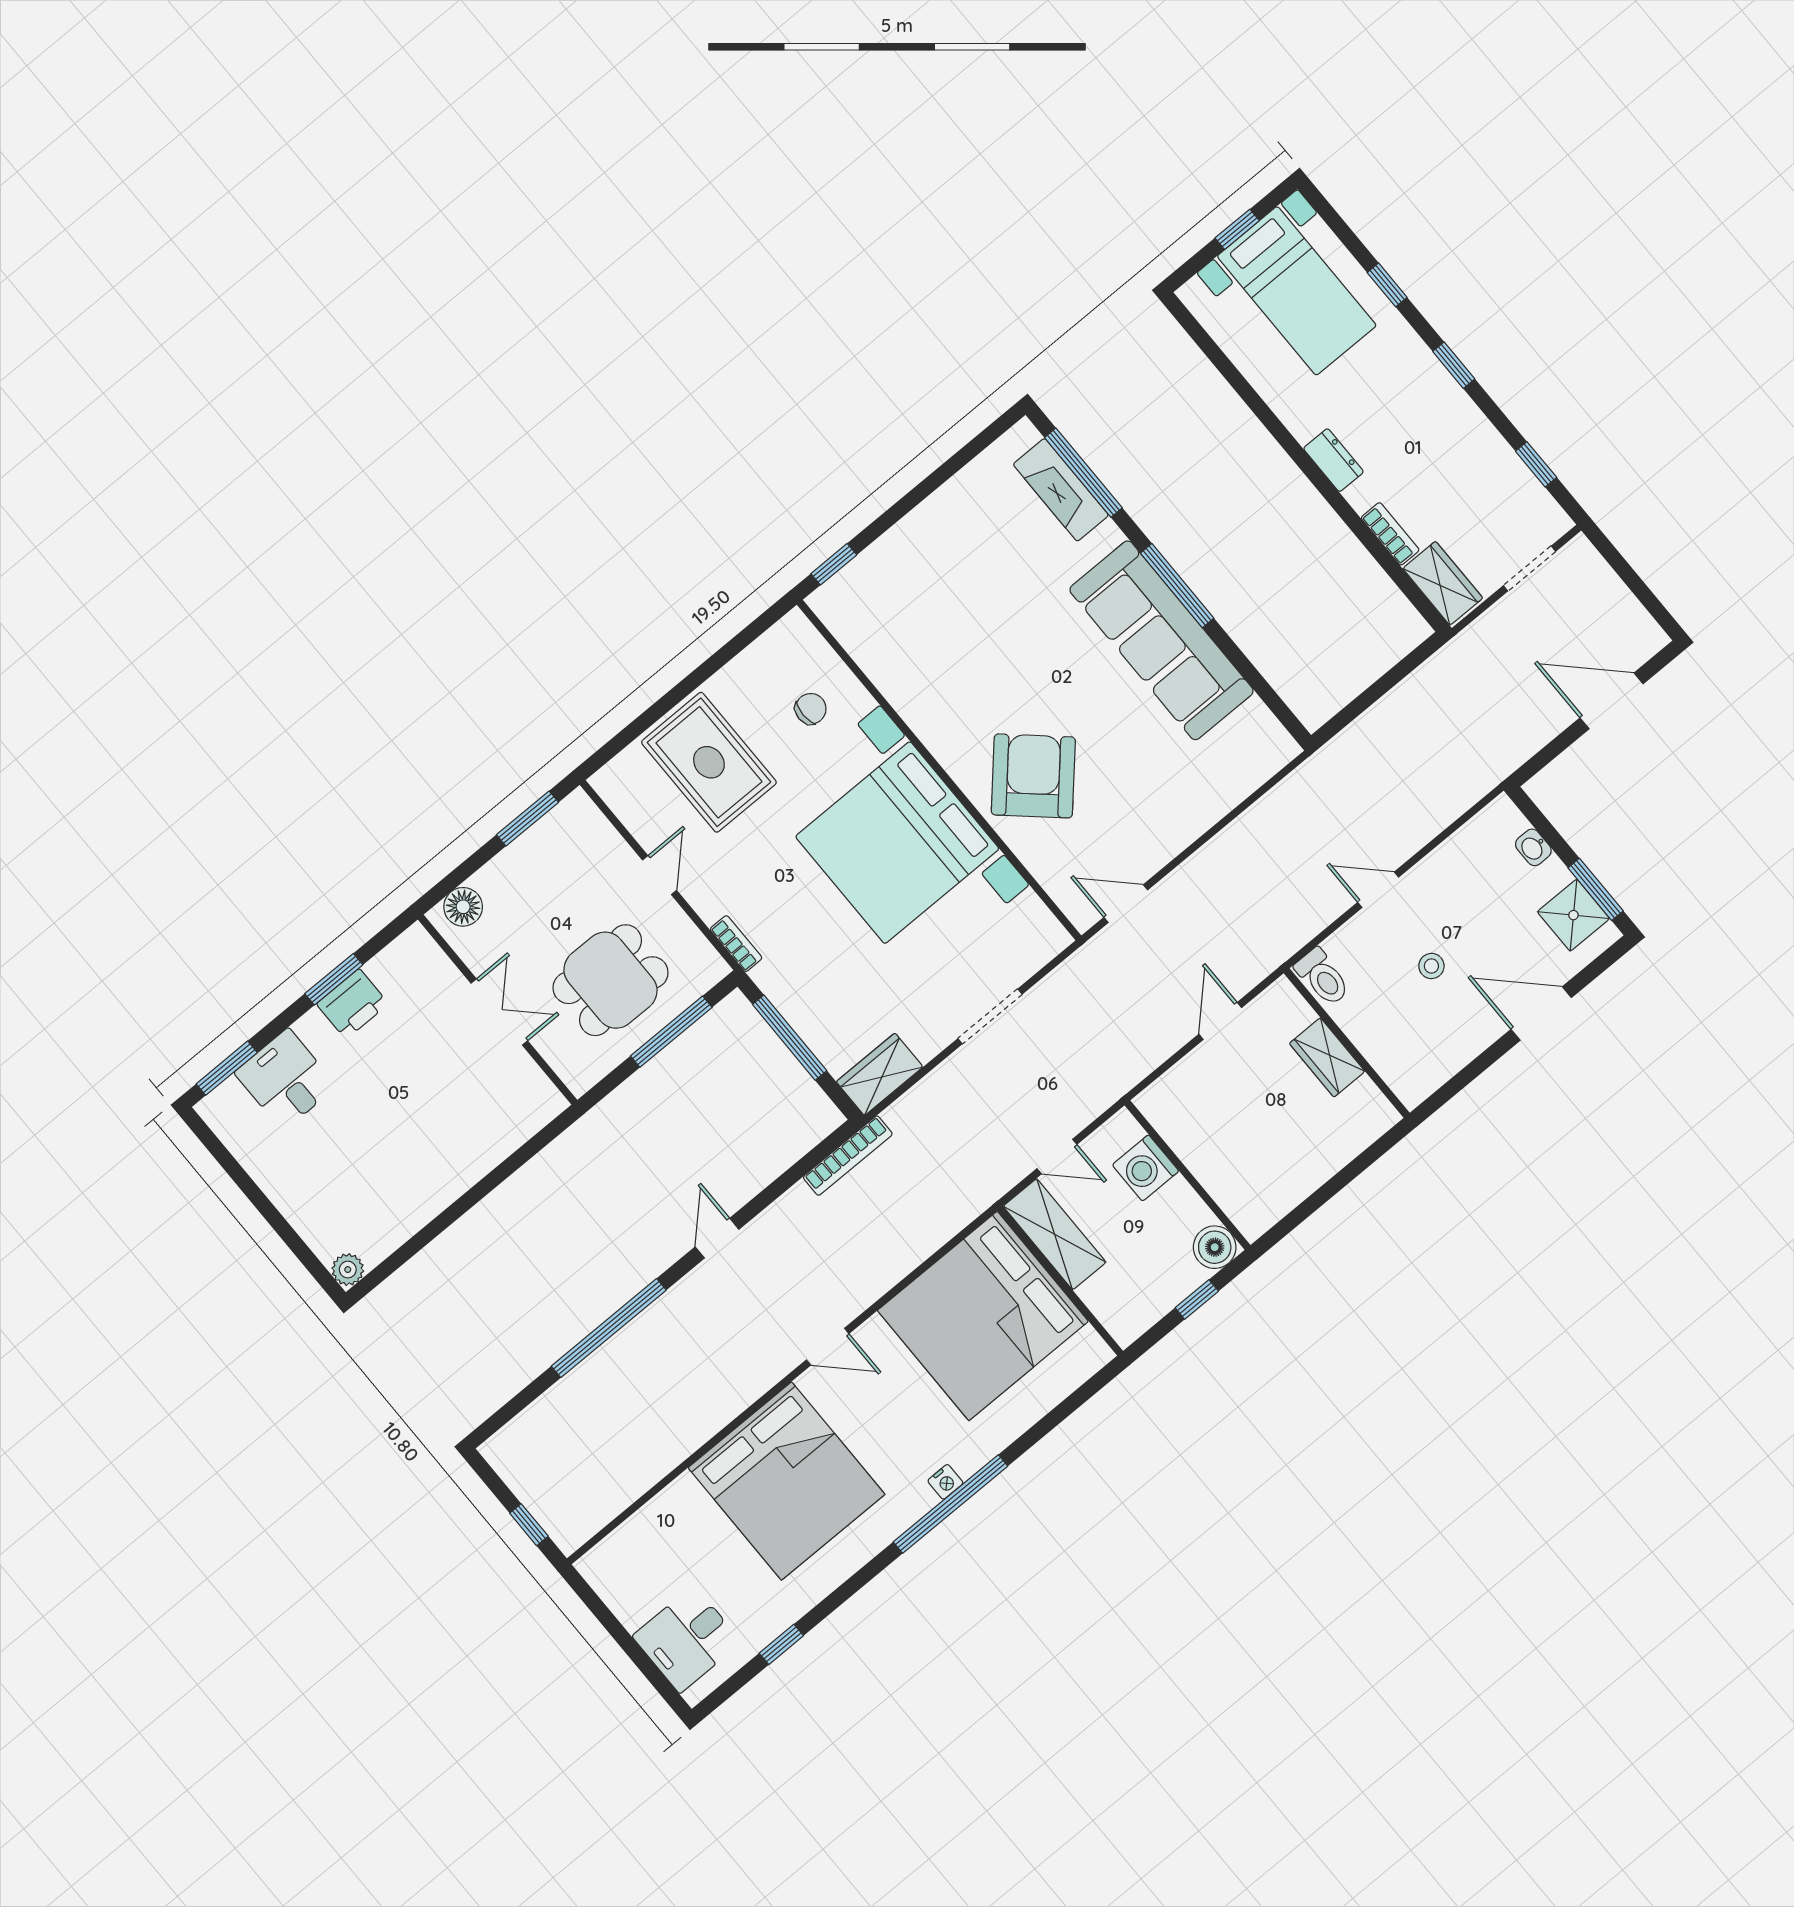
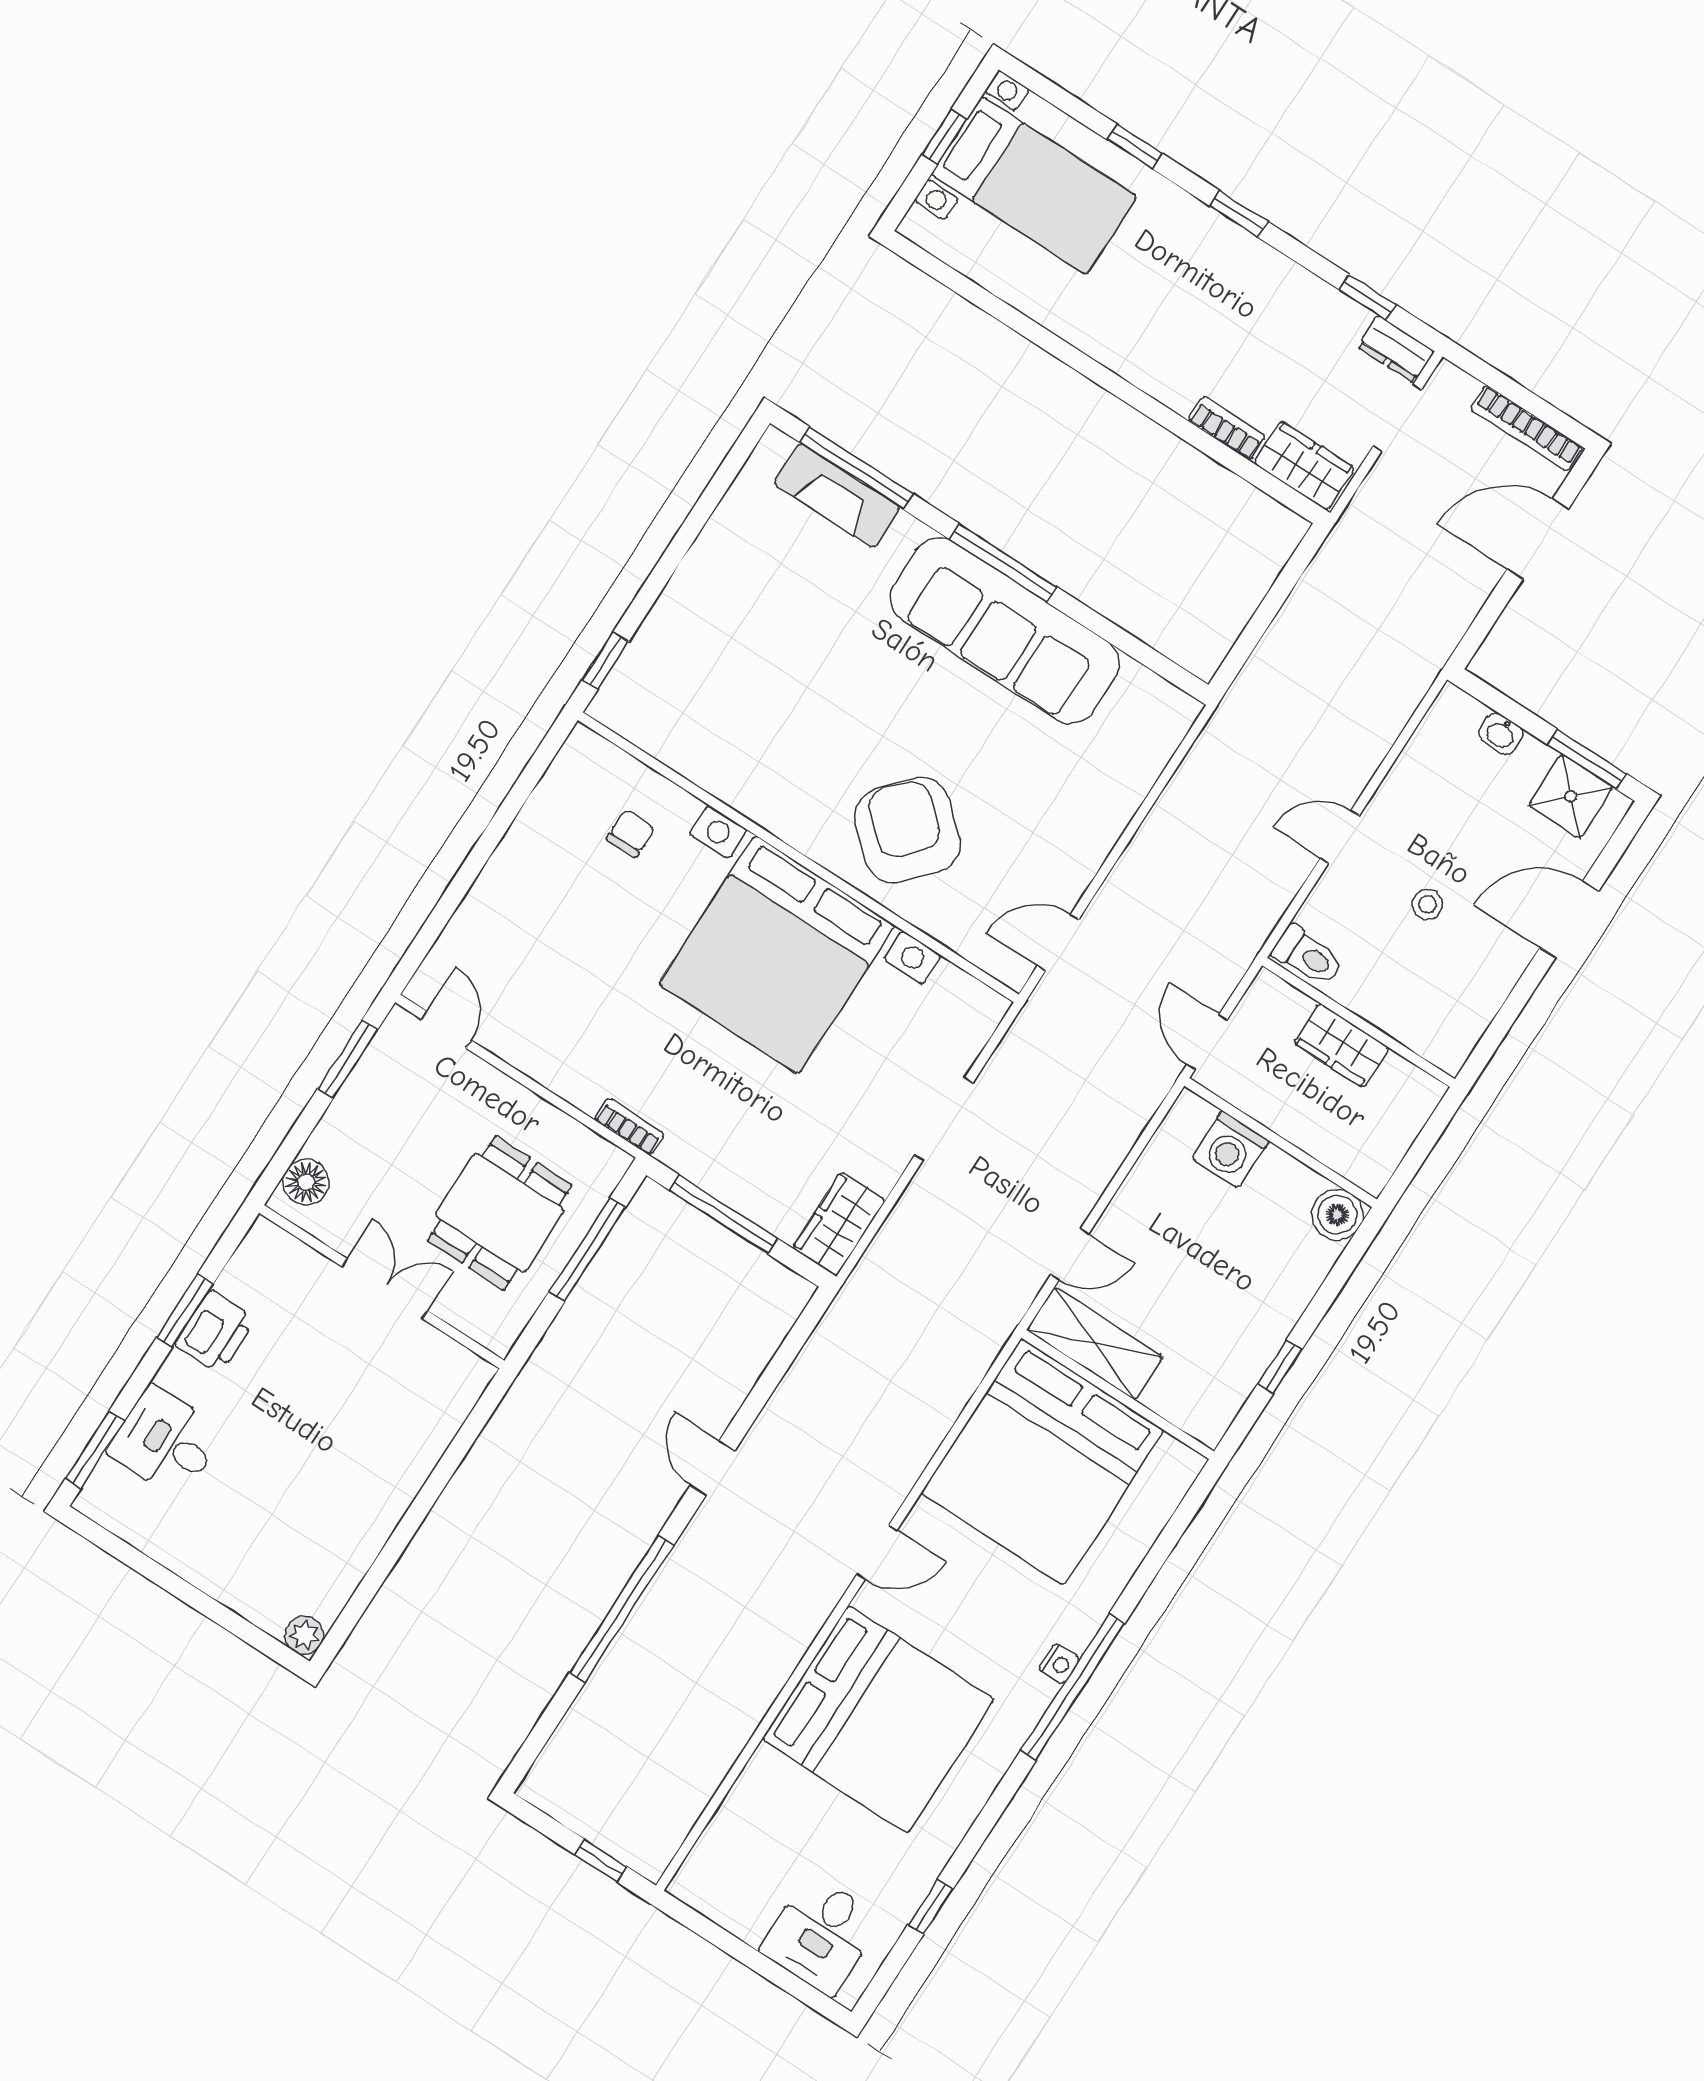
dresser: (1334, 460) -> (1396, 349), moved, turned 180
rug: (709, 762) -> (534, 930), removed
door: (660, 875) -> (447, 1030), moved
bookcase: (848, 1156) -> (1526, 428), moved, turned 90
washing machine: (1145, 1168) -> (1230, 1149), moved
wall: (1187, 1175) -> (1281, 1143), moved
boiler: (1215, 1247) -> (1337, 1215), moved

